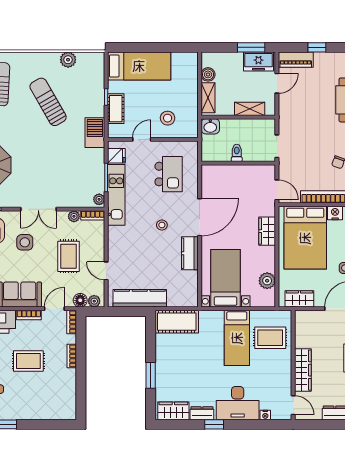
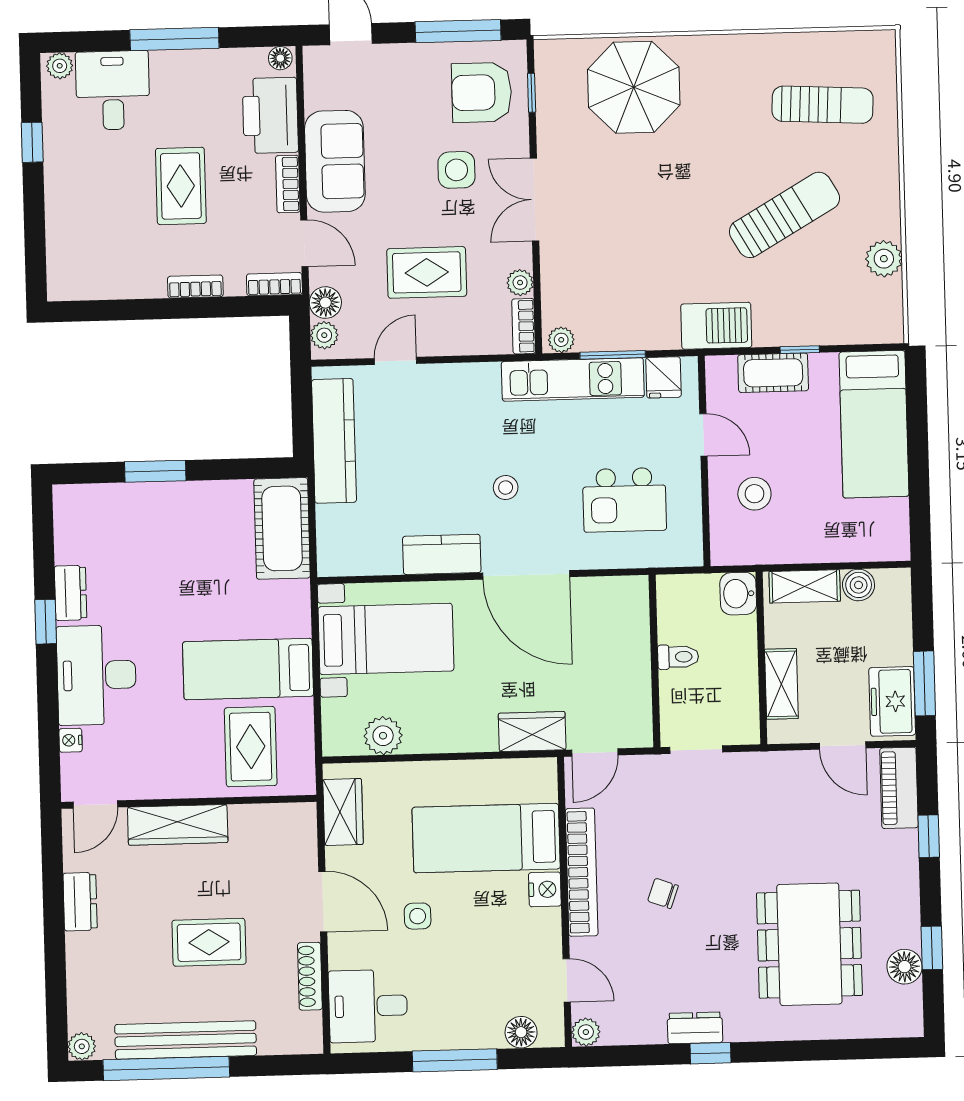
wardrobe: (267, 231) -> (532, 731), moved
bed: (305, 238) -> (486, 838), width x0.67
wardrobe: (173, 411) -> (74, 526), removed

